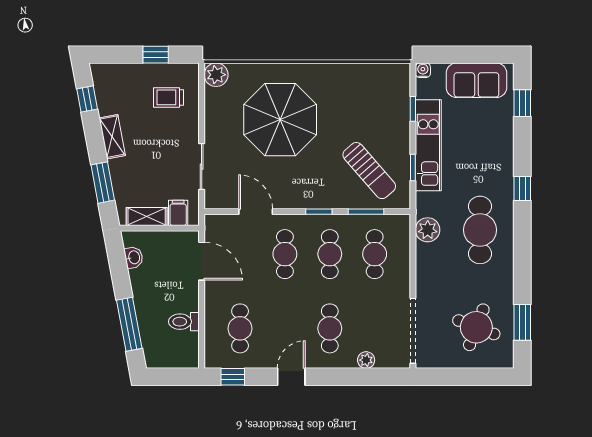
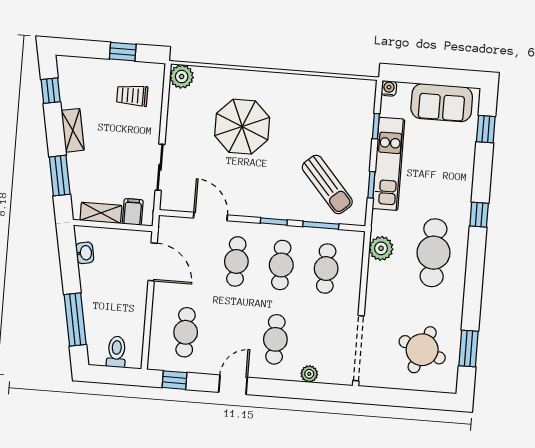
parasol: (280, 120) -> (242, 127), width x0.73, depth x0.73
toilet: (184, 322) -> (116, 352), moved, turned 90

